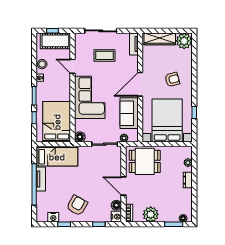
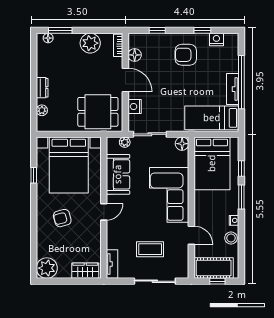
wardrobe: (160, 39) -> (85, 271), width x0.67
door: (140, 84) -> (104, 212), width x0.53
armchair: (77, 205) -> (186, 55), turned 60
nightstand: (116, 217) -> (135, 107), moved

